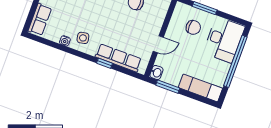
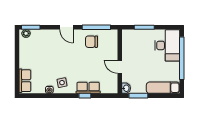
chair: (193, 27) -> (141, 45), removed
door: (158, 44) -> (120, 67), swing flipped
row of seats: (118, 58) -> (88, 88), width x0.68

